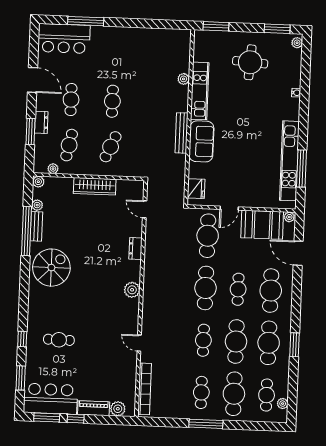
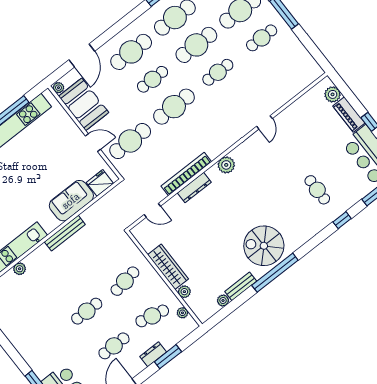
sofa: (201, 141) -> (71, 201), moved
cafe table: (111, 147) -> (125, 281), turned -33
plant: (38, 182) -> (184, 292), moved
door: (145, 209) -> (152, 210), hinge flipped
window: (26, 231) -> (275, 273), moved
dresser: (136, 249) -> (194, 188), width x1.44
bookcase: (145, 389) -> (186, 174), moved

